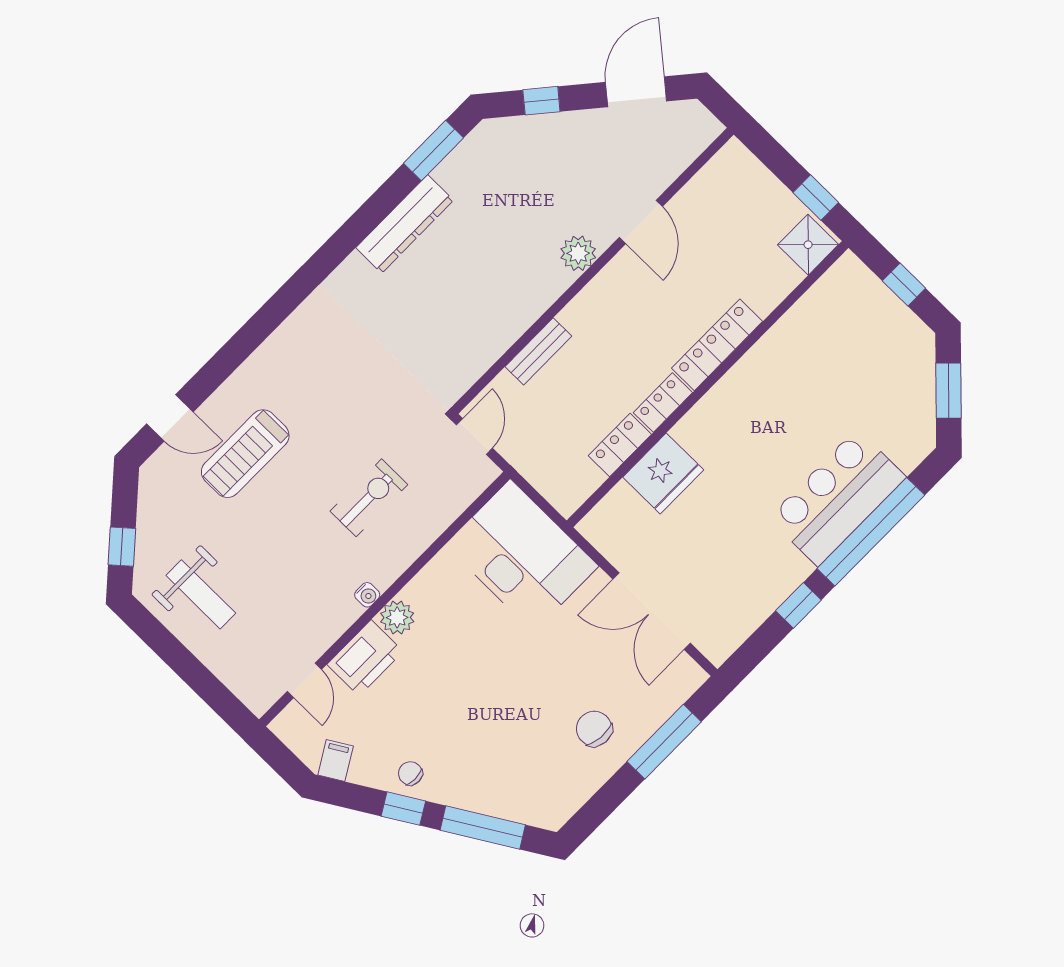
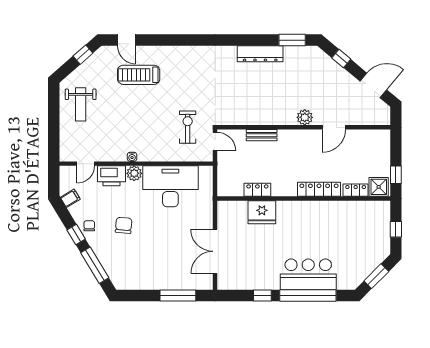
locker: (663, 403) -> (356, 190), moved
door: (474, 436) -> (215, 141), hinge flipped
exercise bike: (369, 498) -> (188, 127), moved, turned -90
window: (122, 547) -> (83, 55), moved
desk: (522, 556) -> (170, 186), moved, turned -90
chair: (594, 729) -> (124, 225), moved

